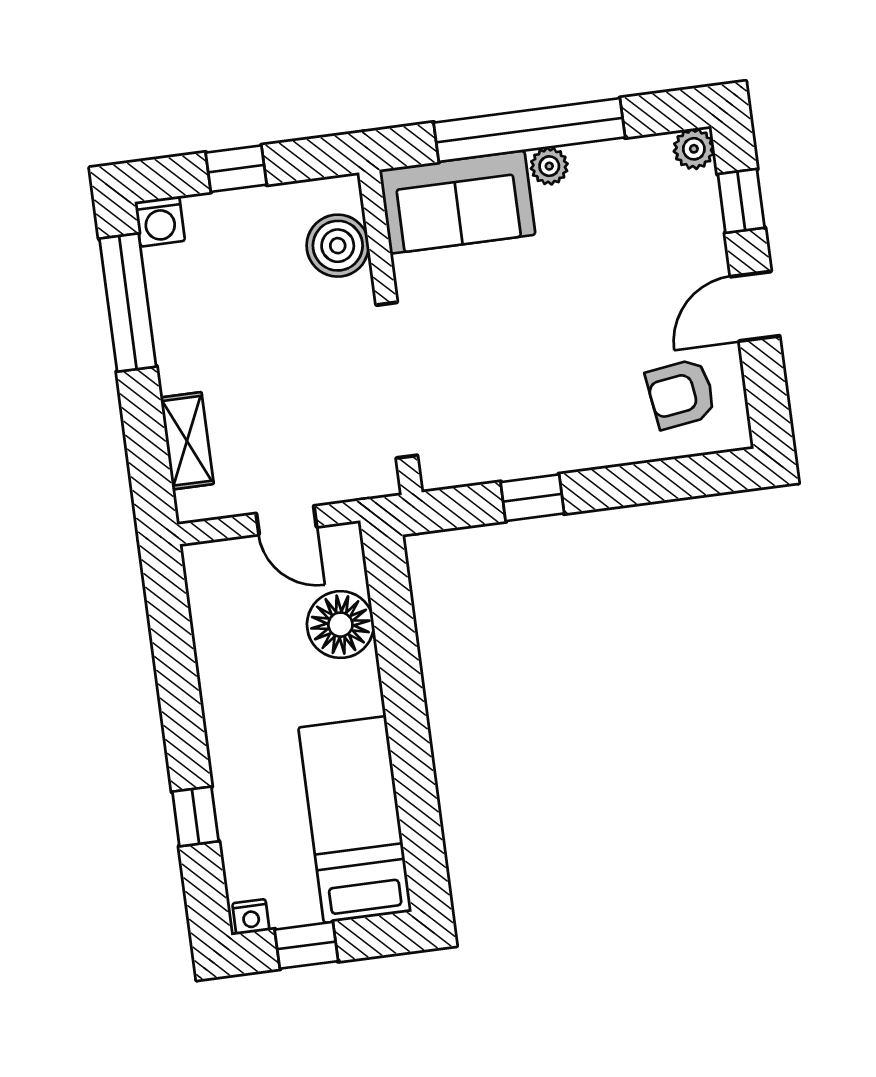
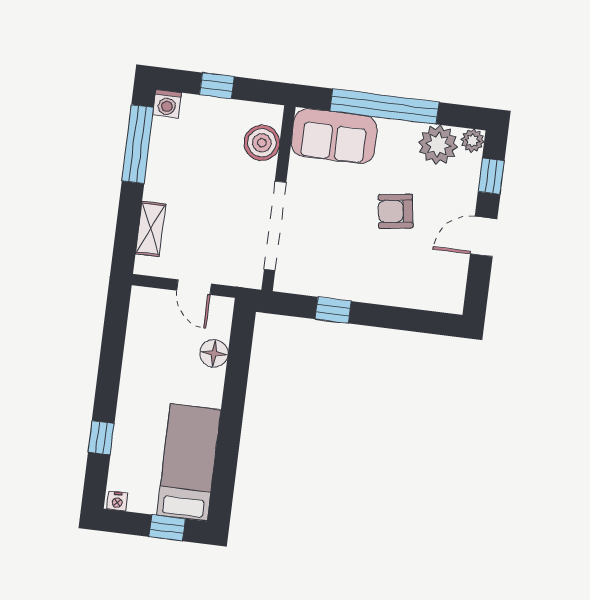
plant: (549, 166) -> (438, 145), moved, width x1.87, depth x1.87
armchair: (681, 394) -> (396, 211), moved
floor lamp: (340, 625) -> (214, 353), width x0.73, depth x0.73
window: (306, 945) -> (167, 528), moved

